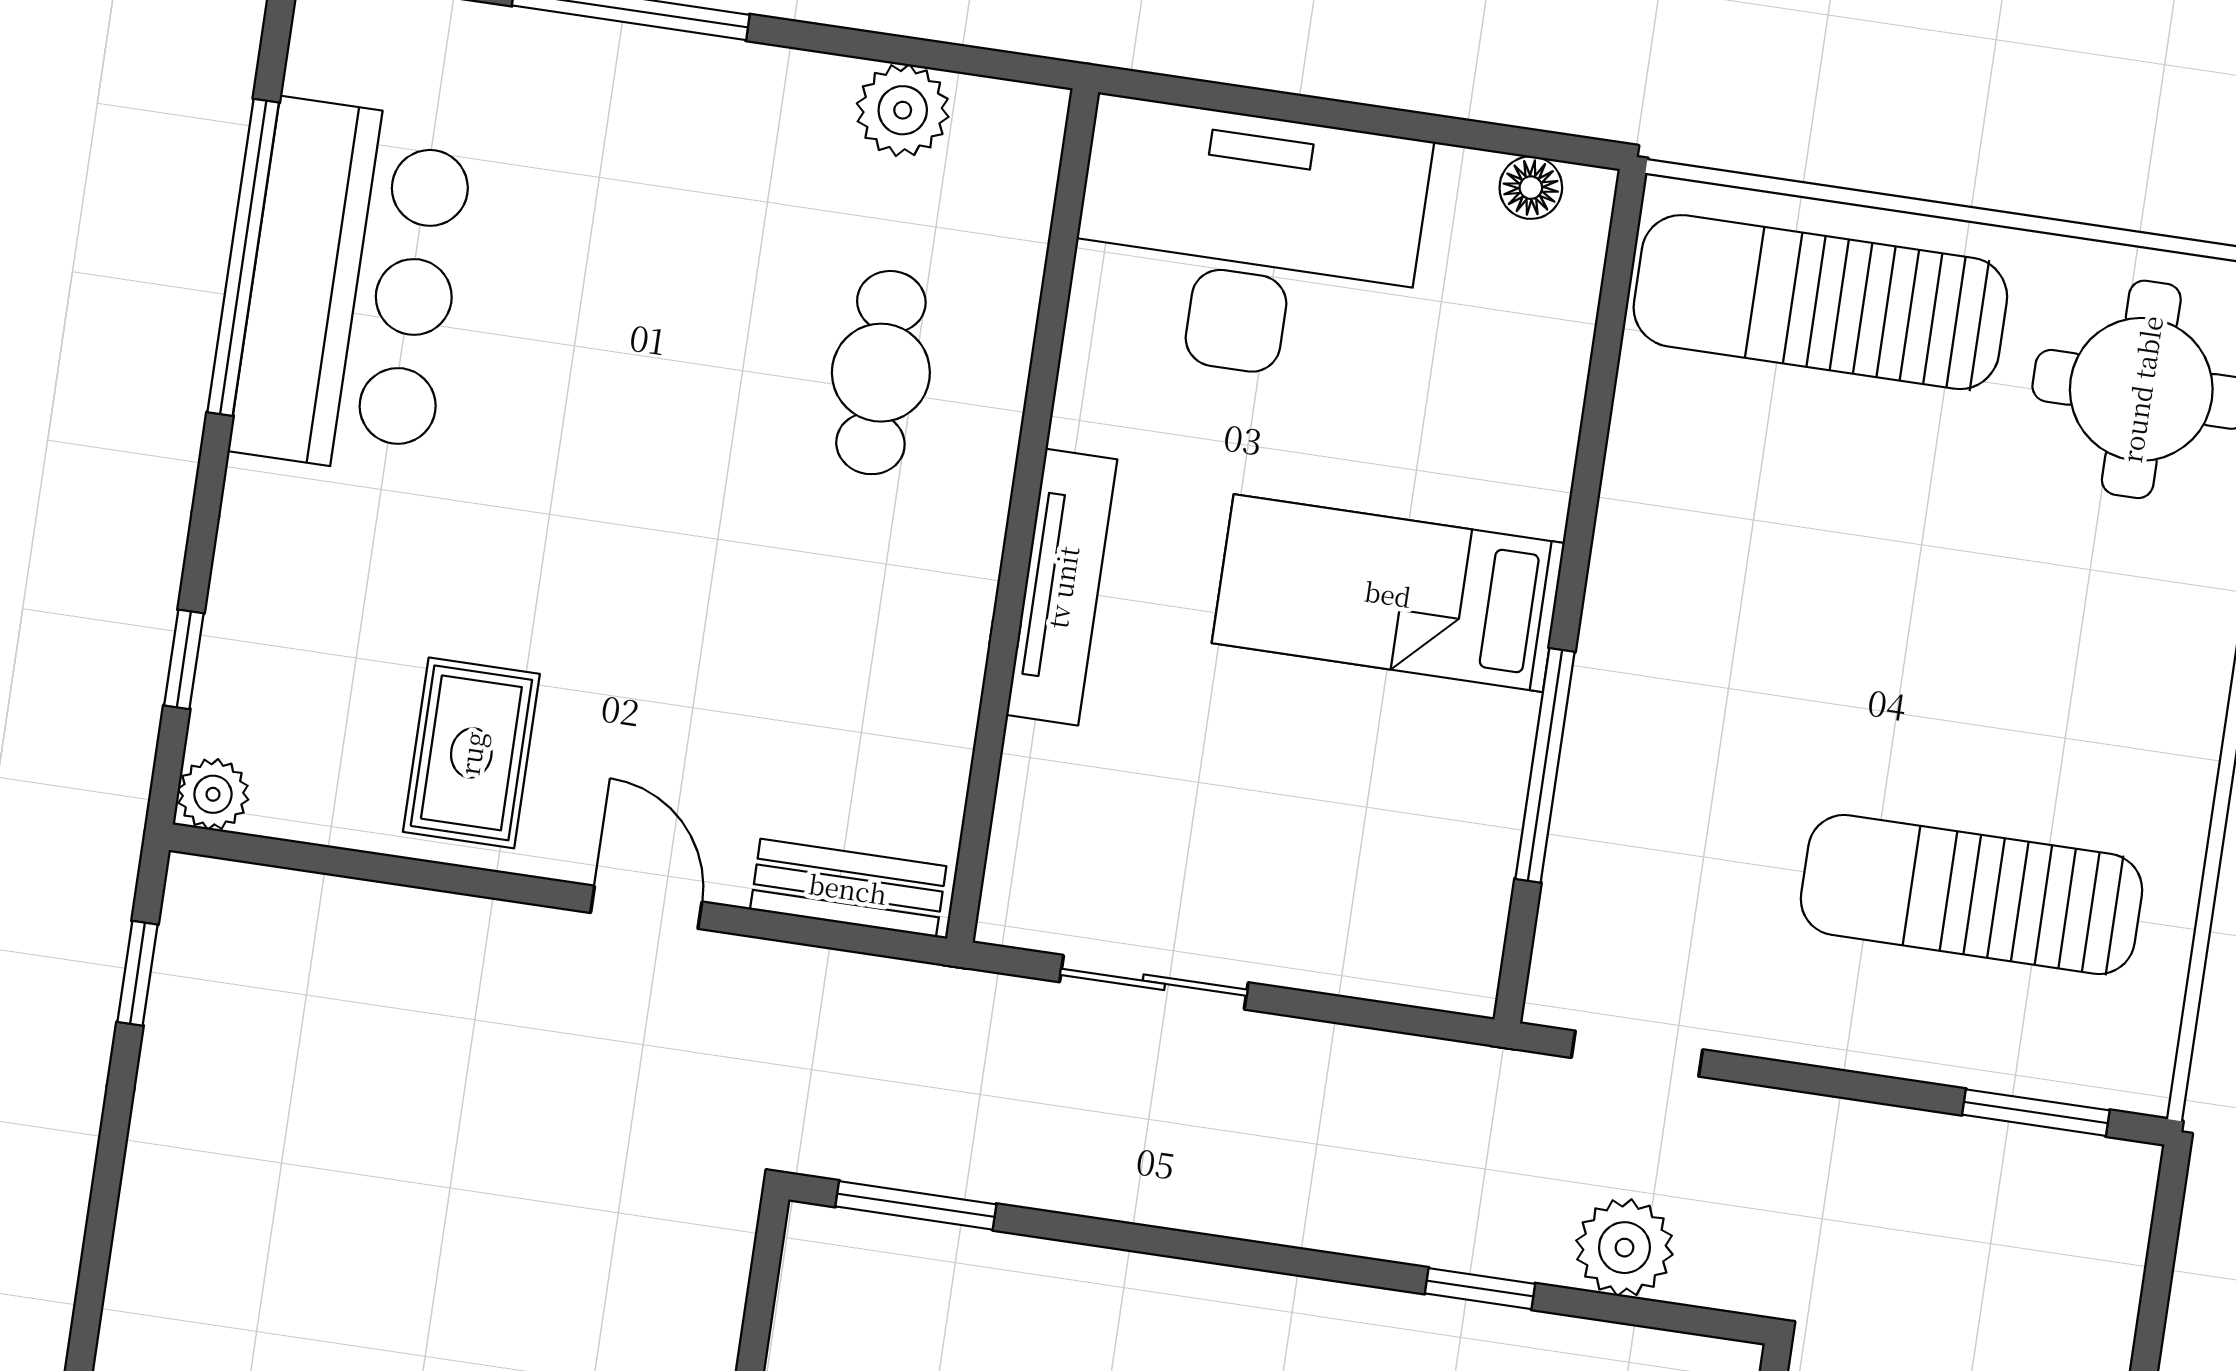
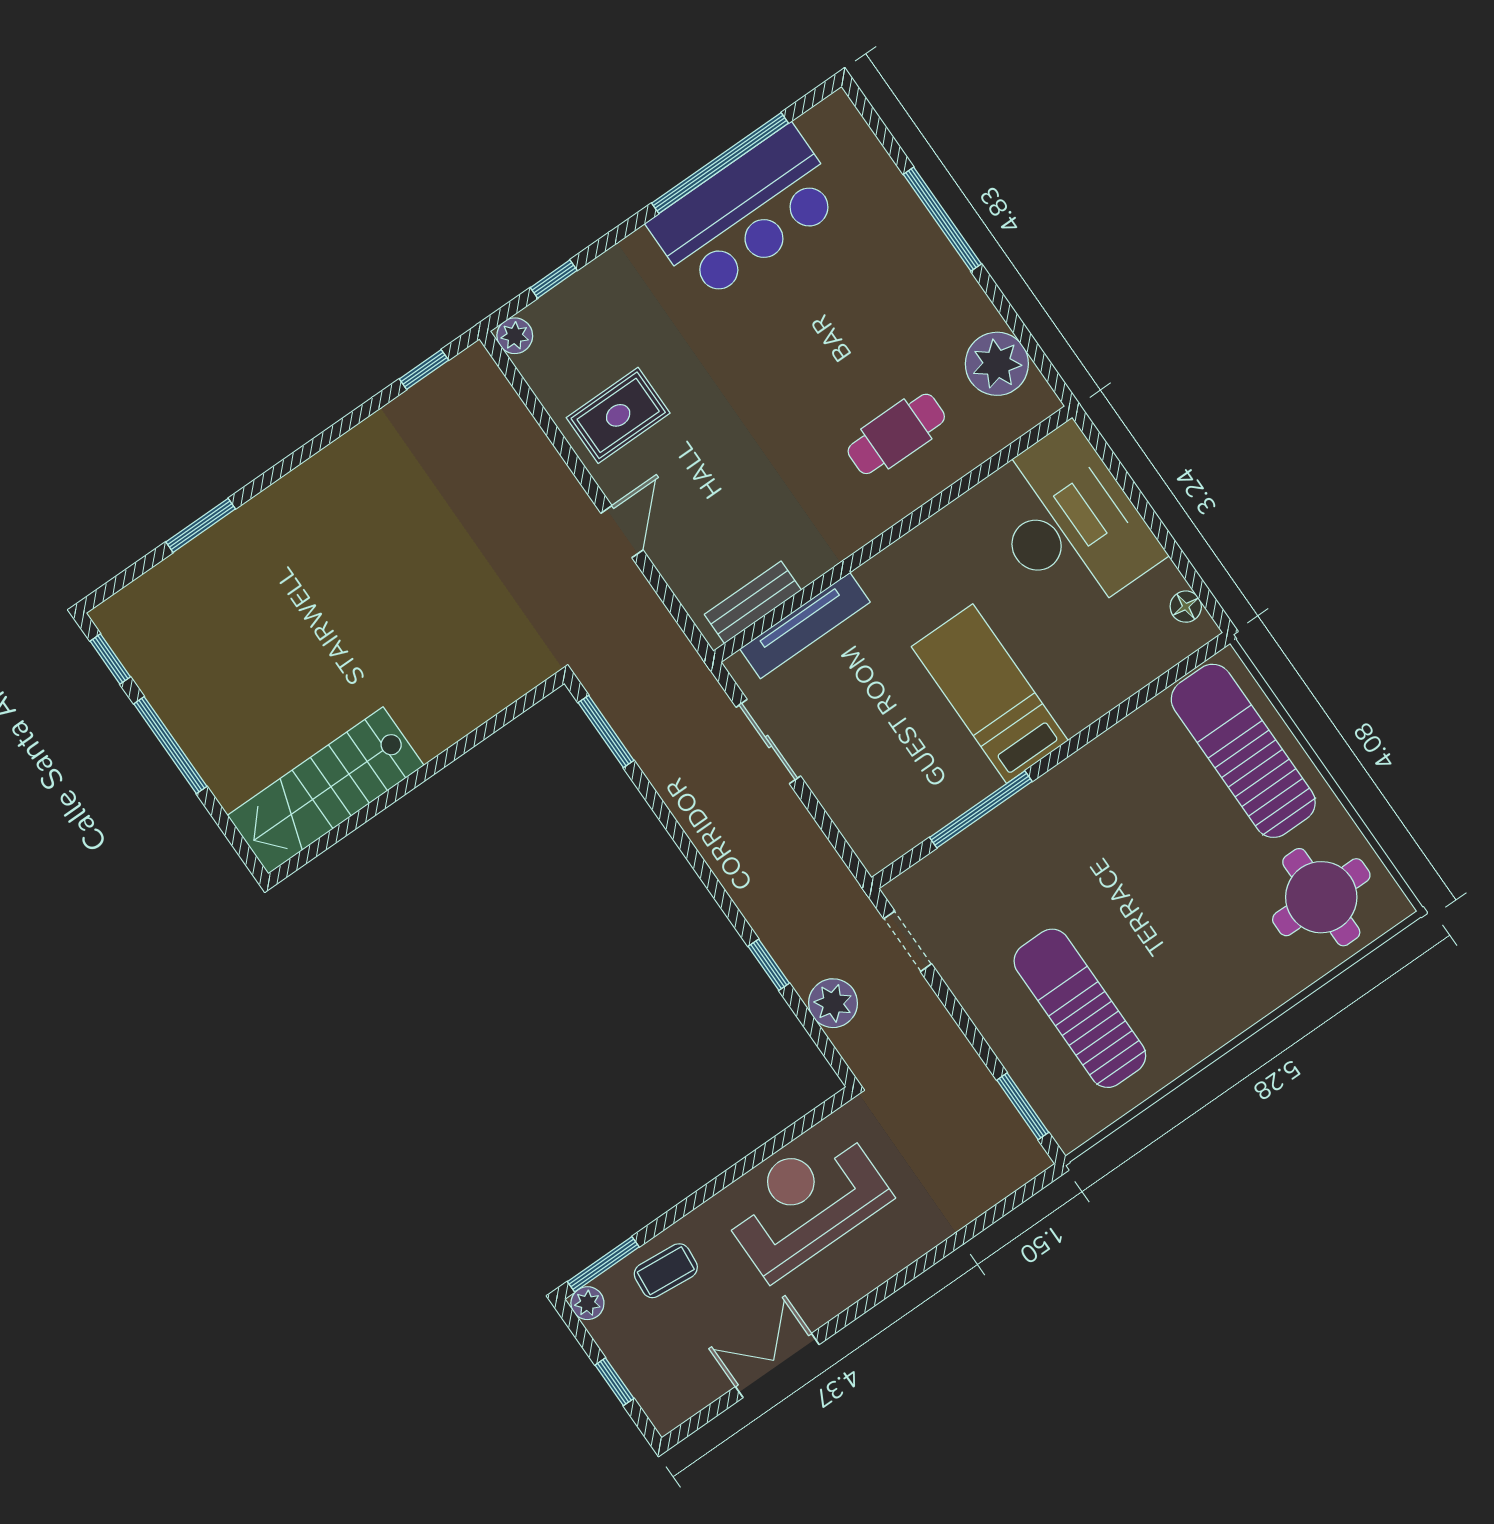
plant: (903, 110) -> (997, 364), width x1.36, depth x1.36
tv unit: (1062, 587) -> (805, 625), moved
bench: (848, 888) -> (753, 602), moved, turned 90

